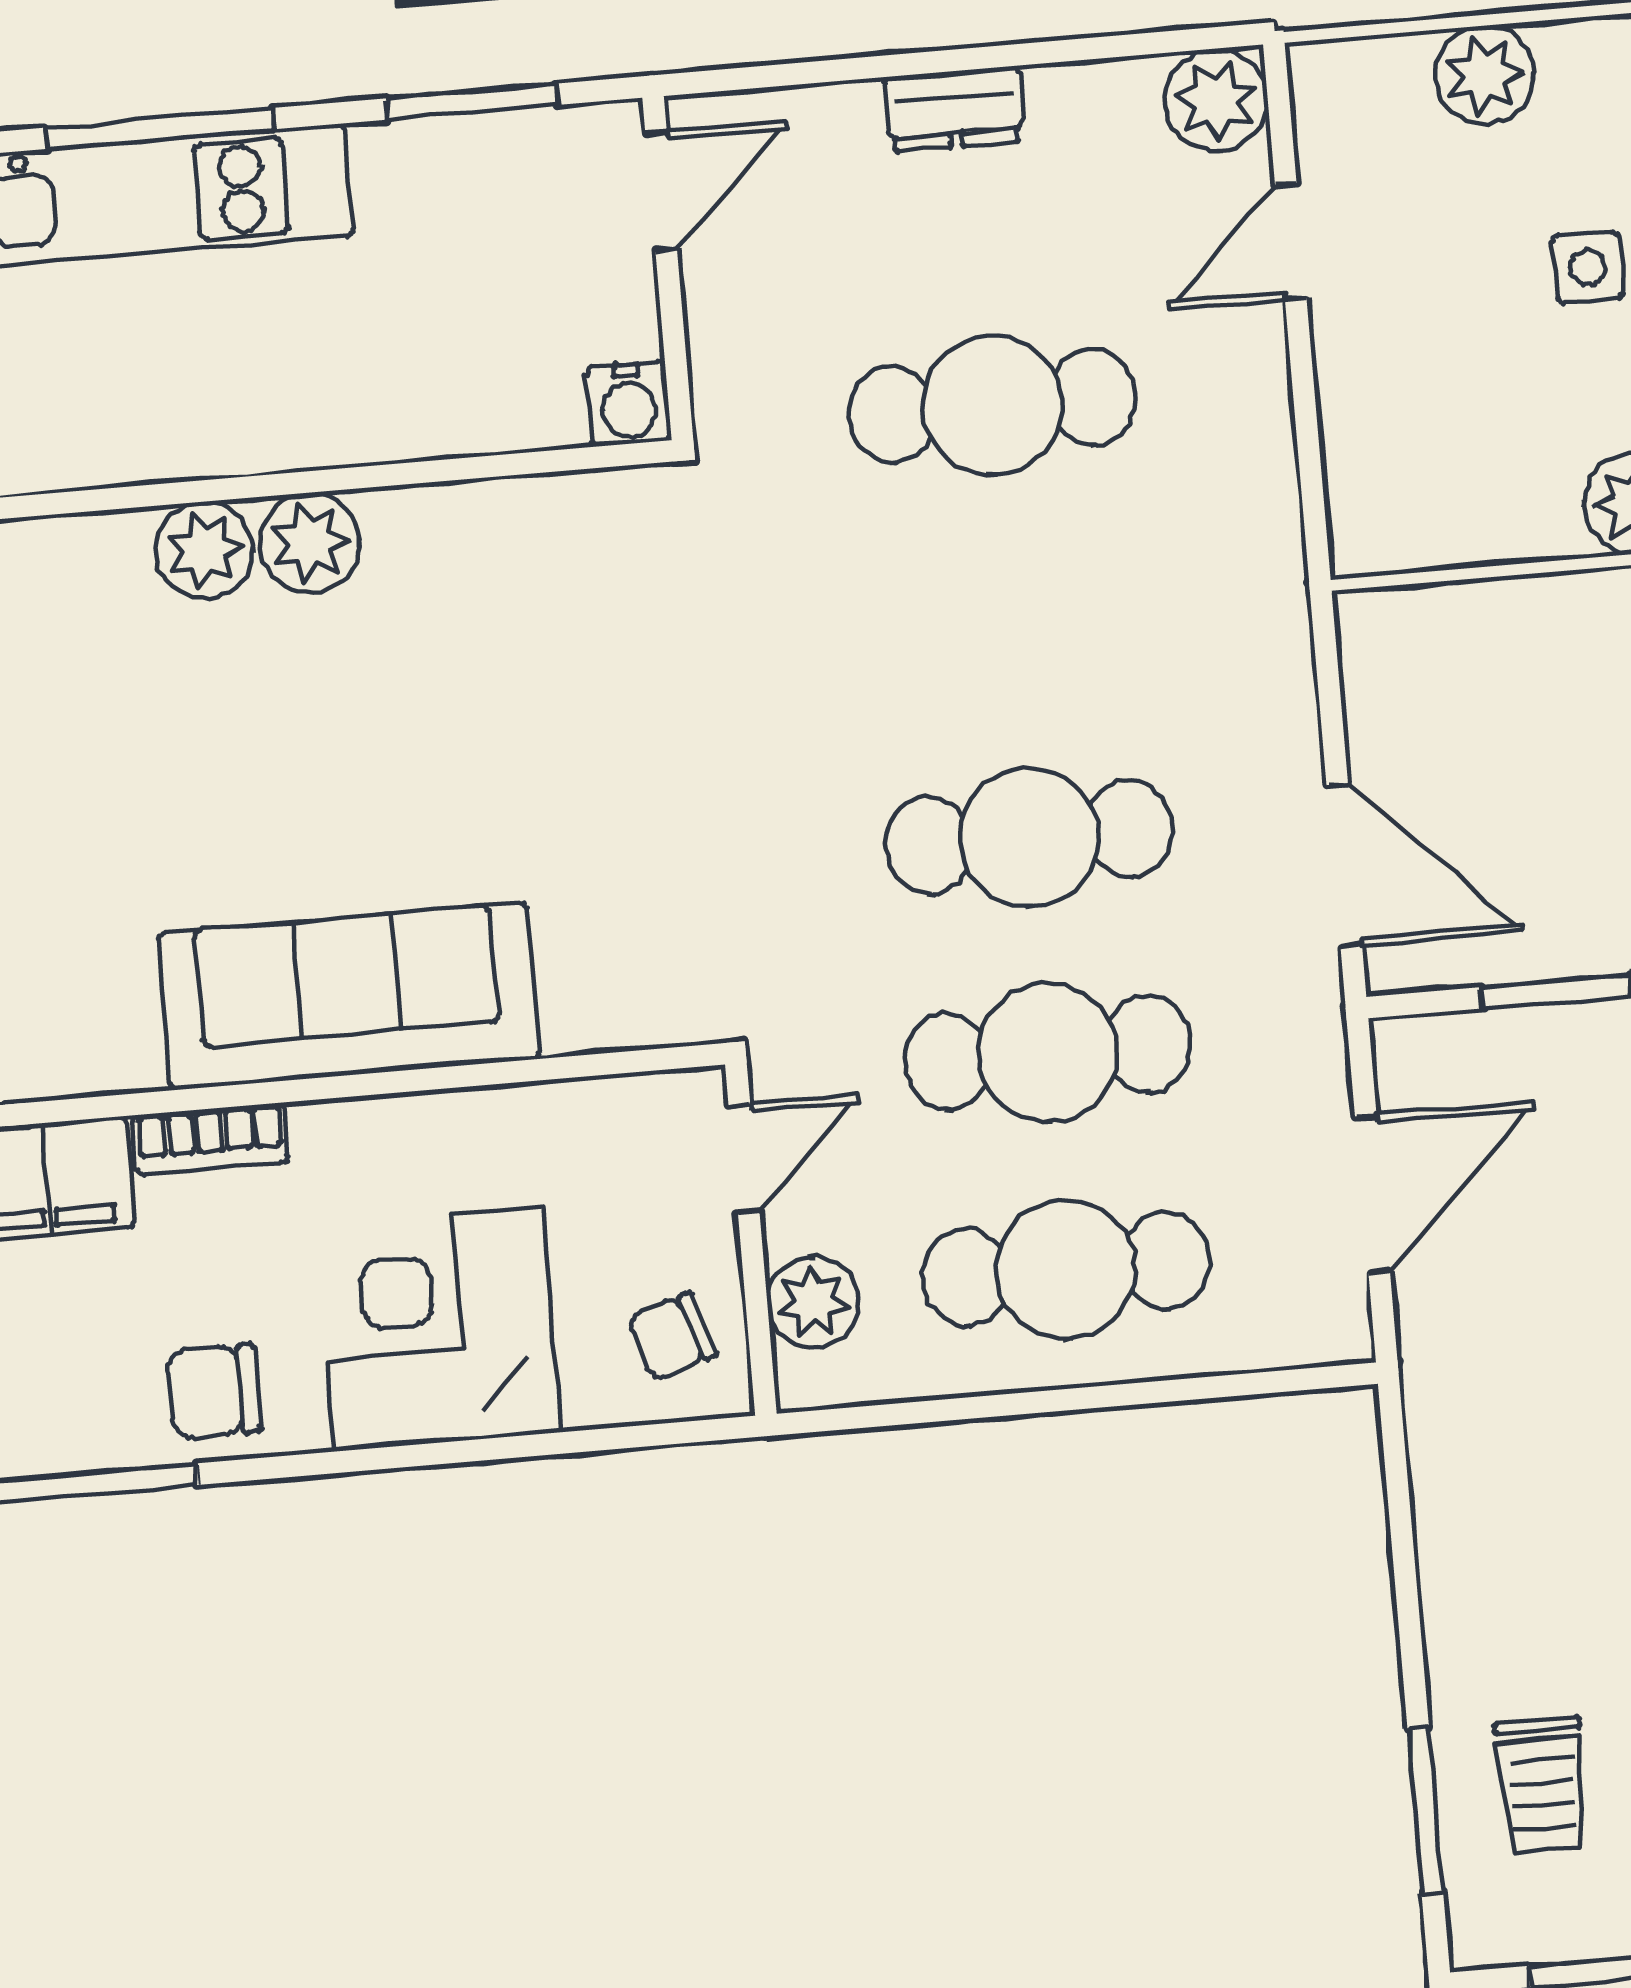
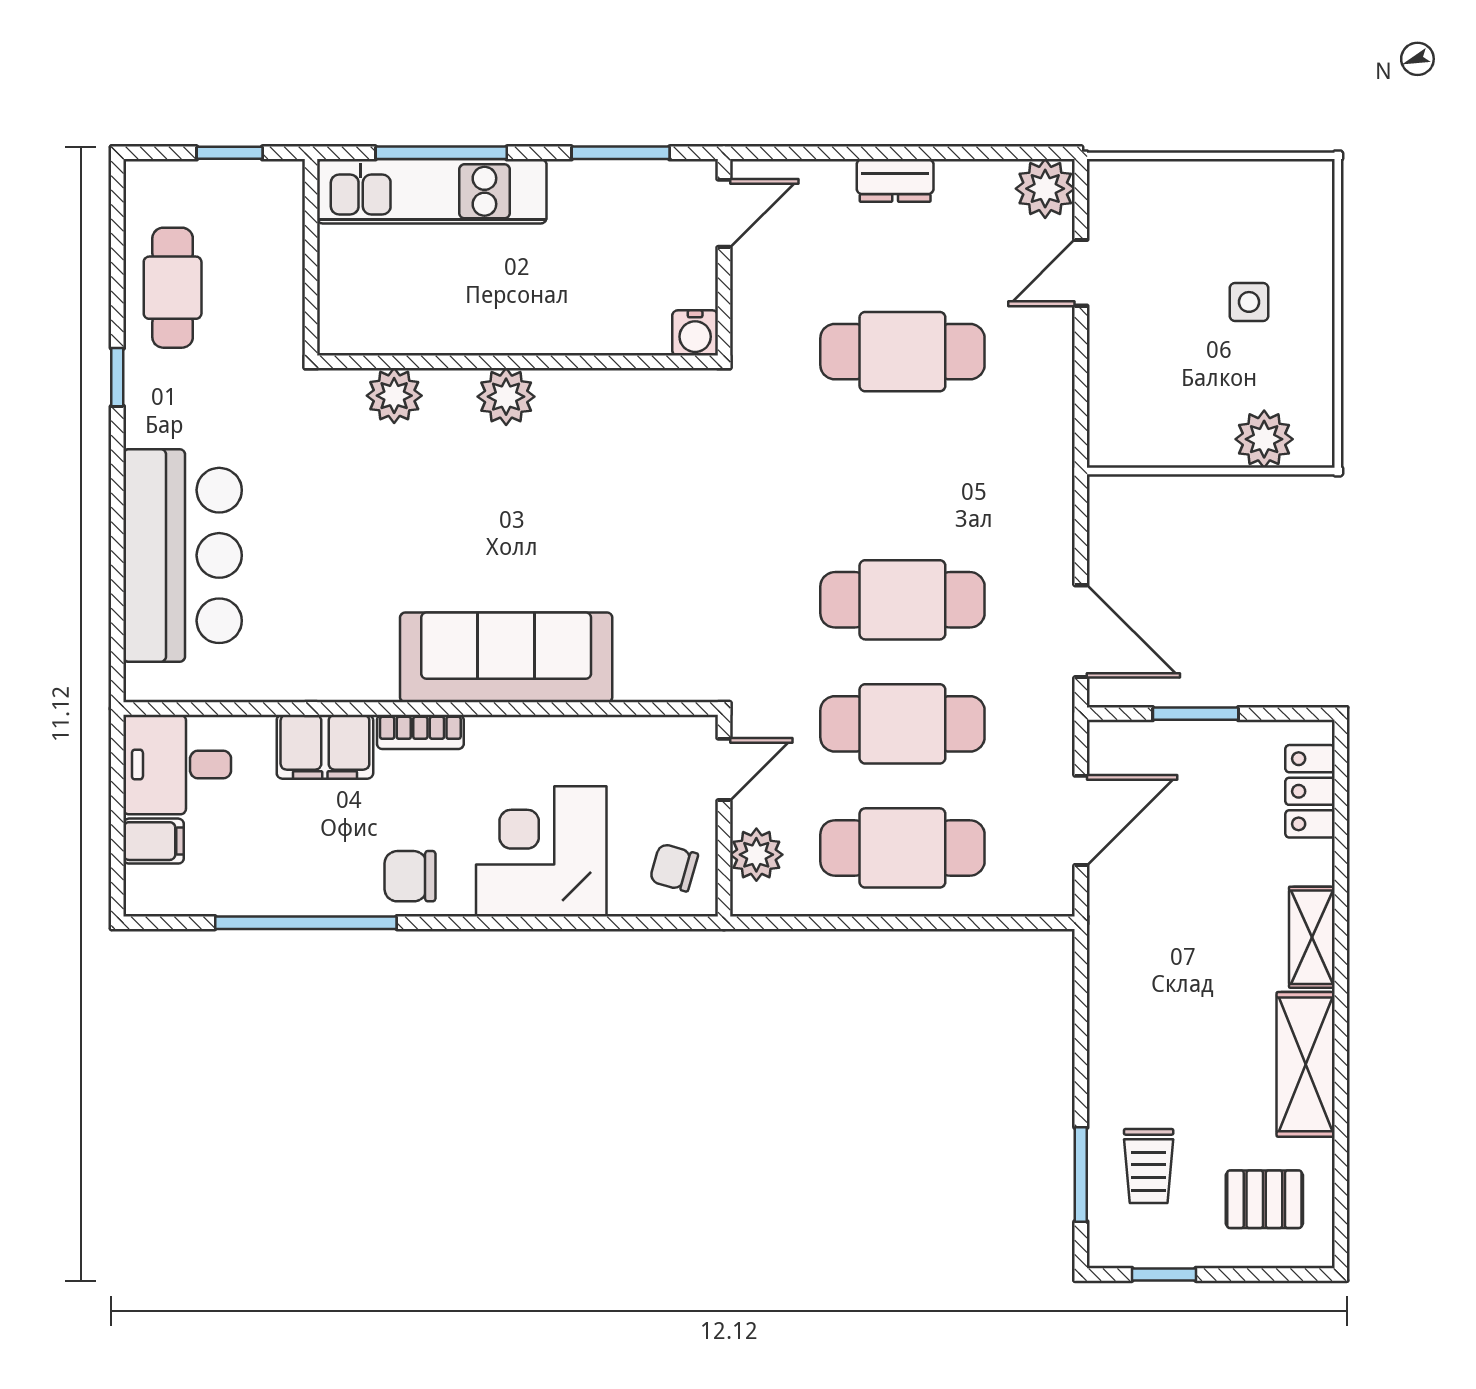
plant: (1484, 75) -> (1199, 187), removed
plant: (204, 550) -> (394, 396), moved
chair: (672, 1337) -> (674, 867), turned 34

